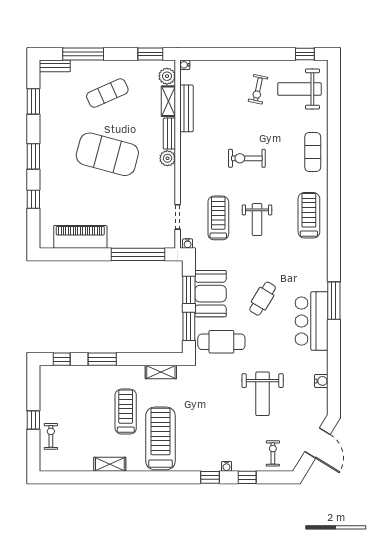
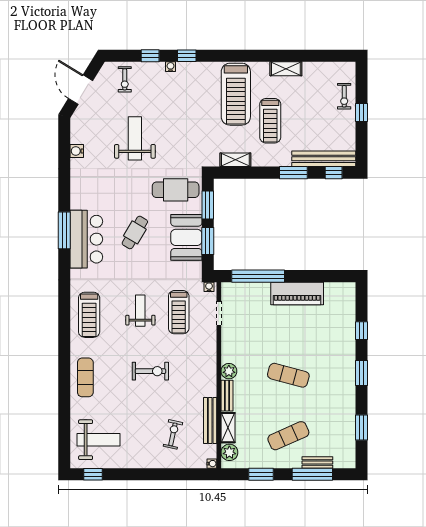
window: (150, 54) -> (261, 474), moved
bench: (55, 66) -> (317, 463), moved
exercise bike: (258, 89) -> (173, 434), moved
exercise mat: (107, 154) -> (288, 375), width x0.50, depth x0.69
piano: (80, 237) -> (297, 293), moved
bar counter: (312, 321) -> (86, 239), moved
bench: (72, 373) -> (324, 159), added

